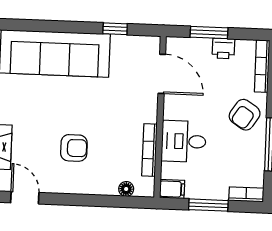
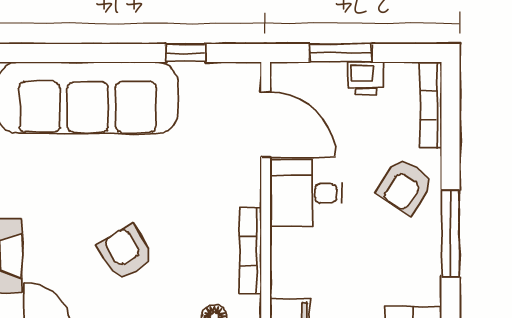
desk: (184, 141) -> (306, 193), moved
armchair: (74, 148) -> (125, 252), turned -121

